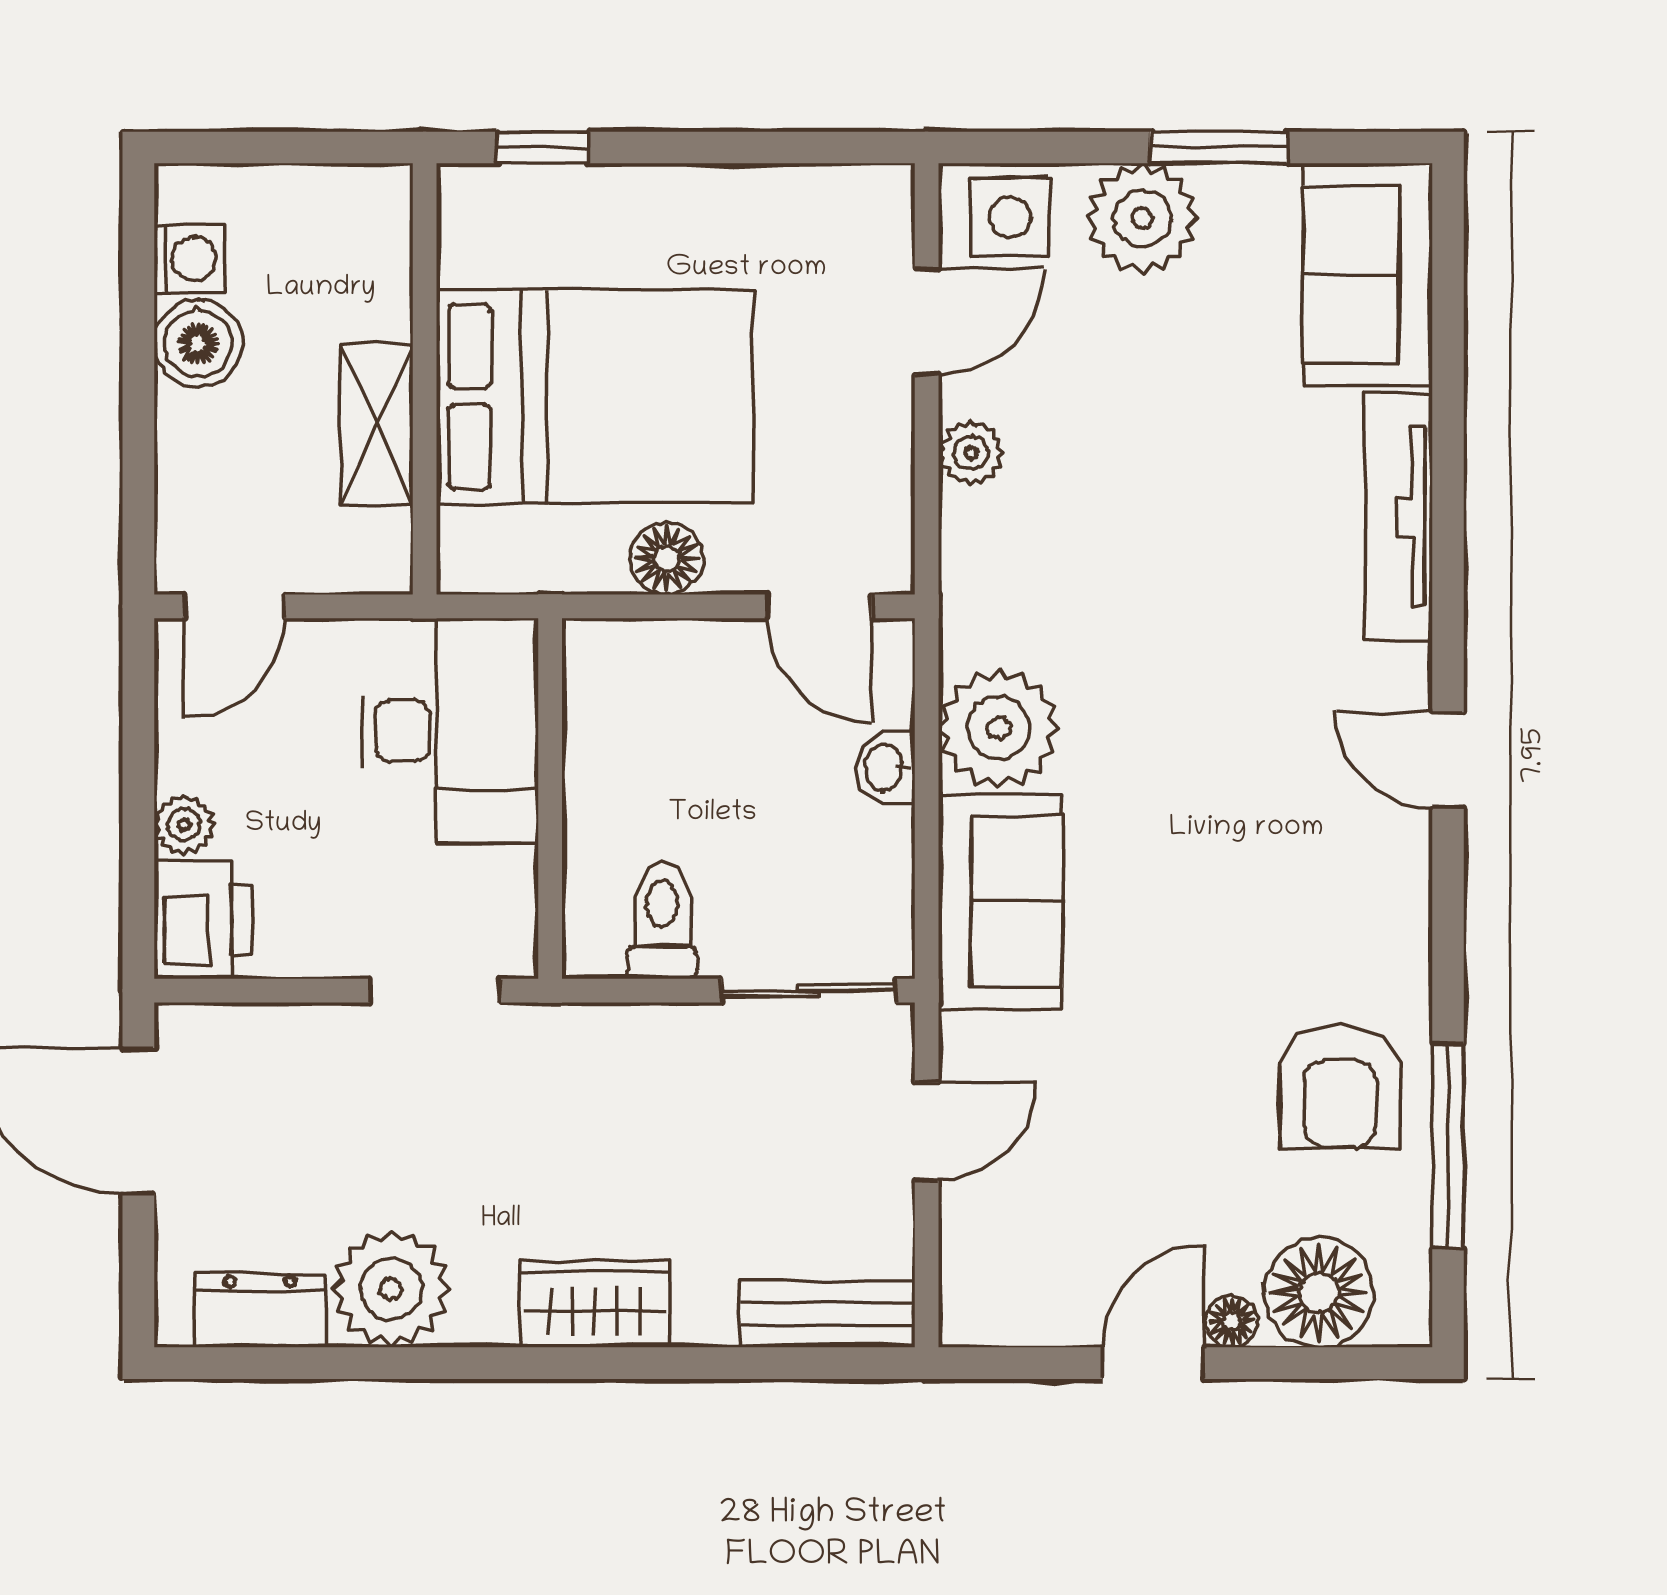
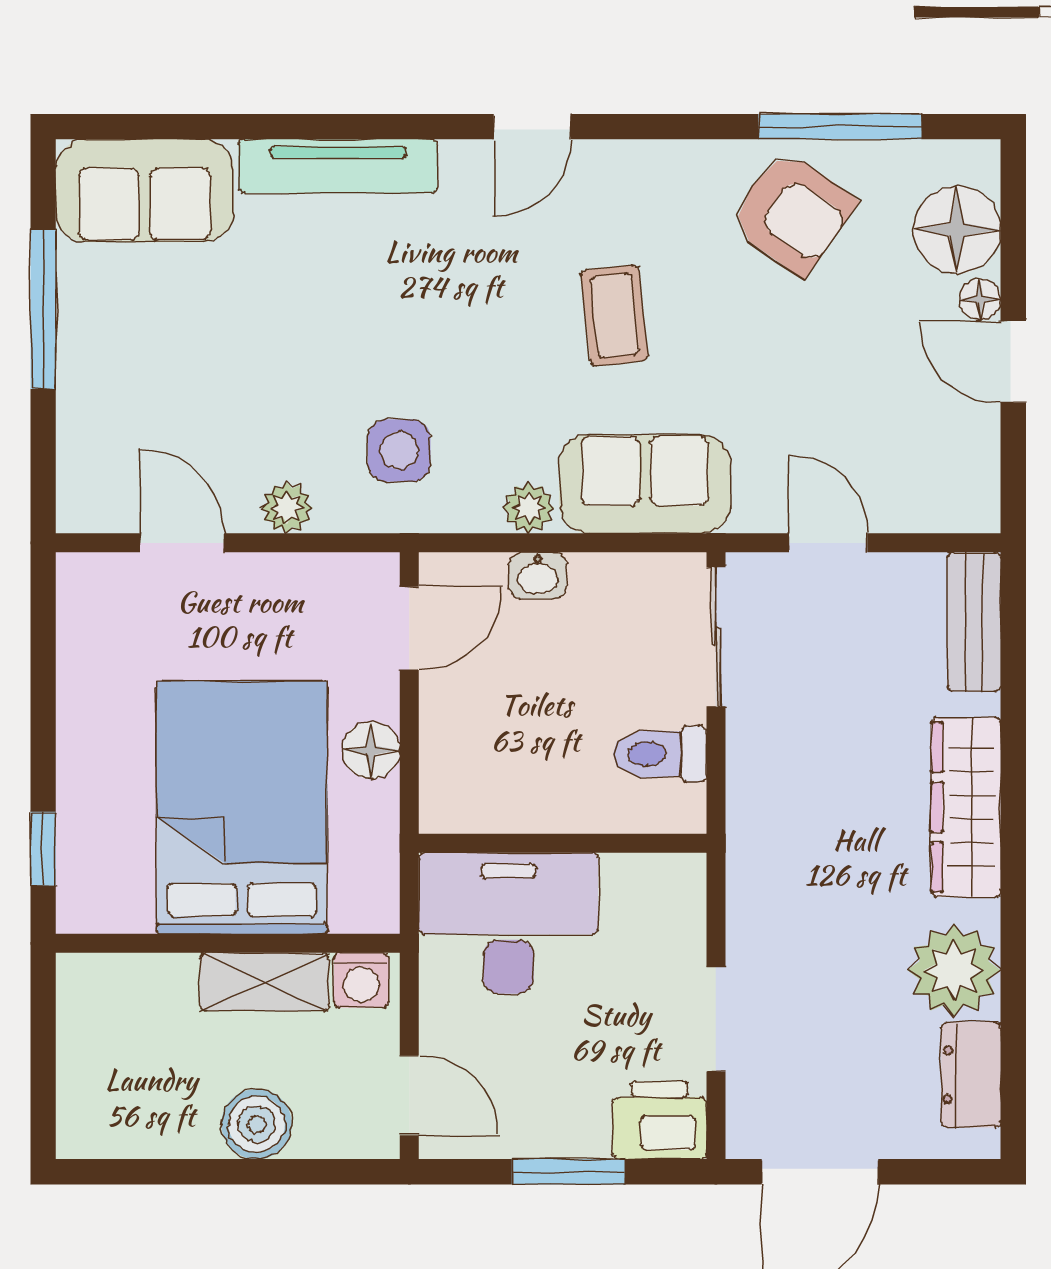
window: (1219, 148) -> (43, 310), width x1.44
side table: (1010, 217) -> (399, 451), moved
plant: (1142, 218) -> (100, 371), removed
washing machine: (188, 259) -> (362, 980), moved, turned 180
boiler: (198, 344) -> (257, 1124), moved
plant: (998, 728) -> (529, 508), width x0.53, depth x0.53
window: (138, 805) -> (568, 1172), added
plant: (184, 825) -> (584, 1135), removed
coffee table: (1211, 864) -> (615, 315), added
doorway: (435, 991) -> (716, 1019), moved
armchair: (1340, 1087) -> (793, 213), turned 35
wardrobe: (595, 1304) -> (966, 807), width x1.50

